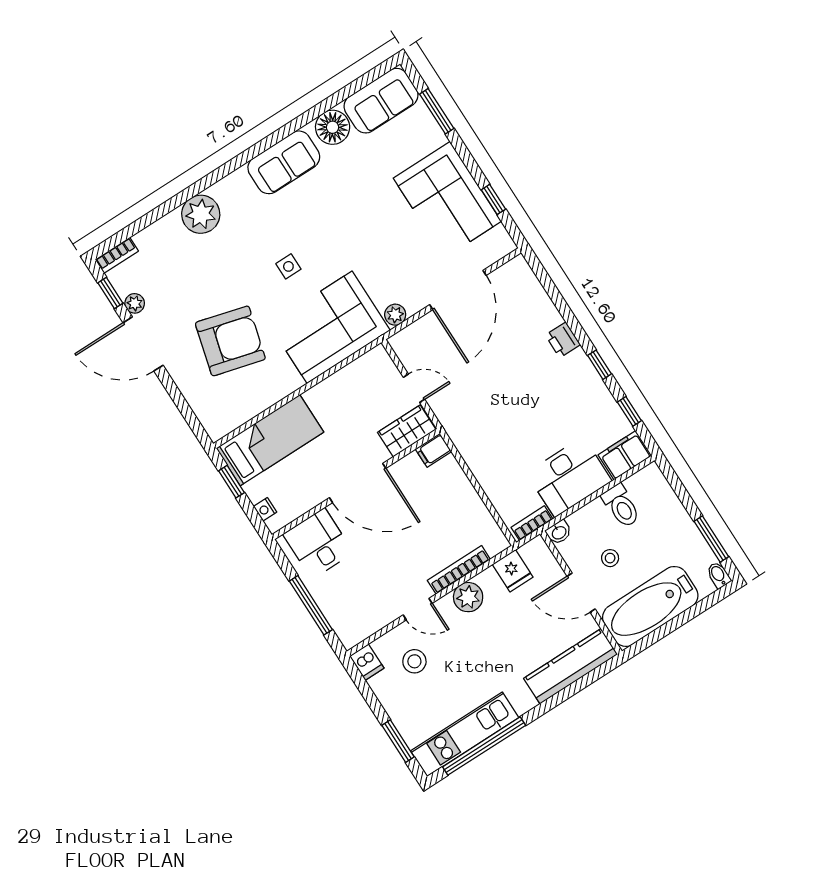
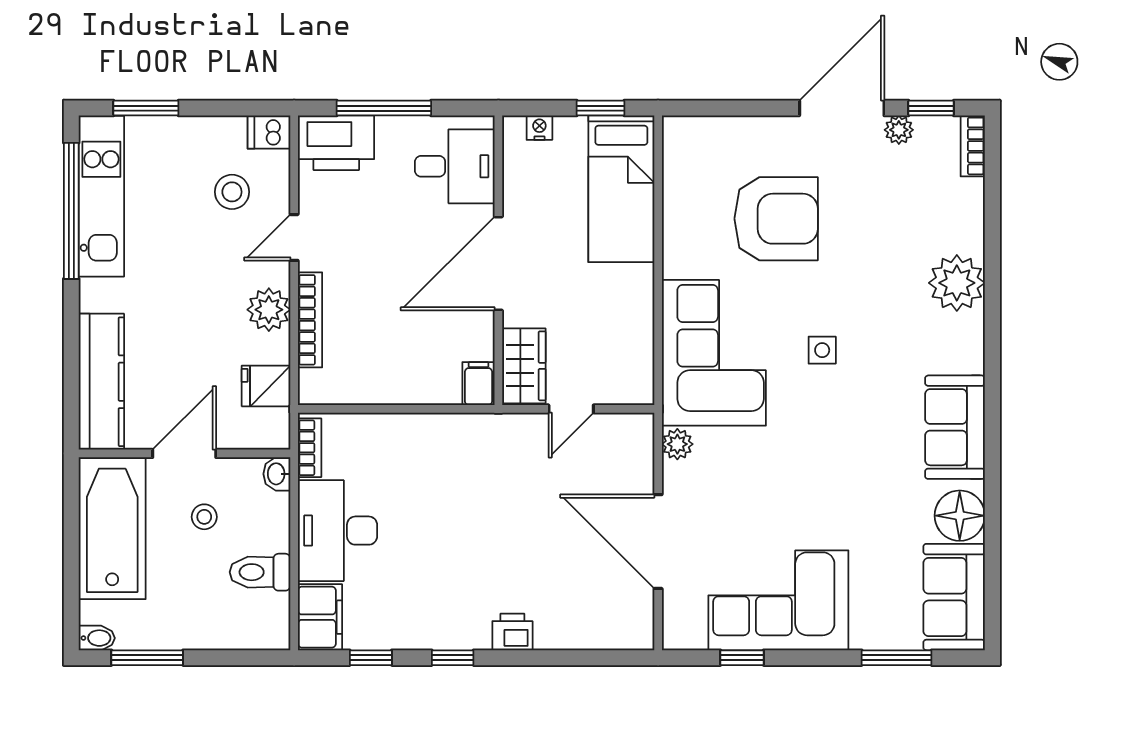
armchair: (230, 341) -> (776, 219), turned -105
printer: (348, 620) -> (336, 143), added

